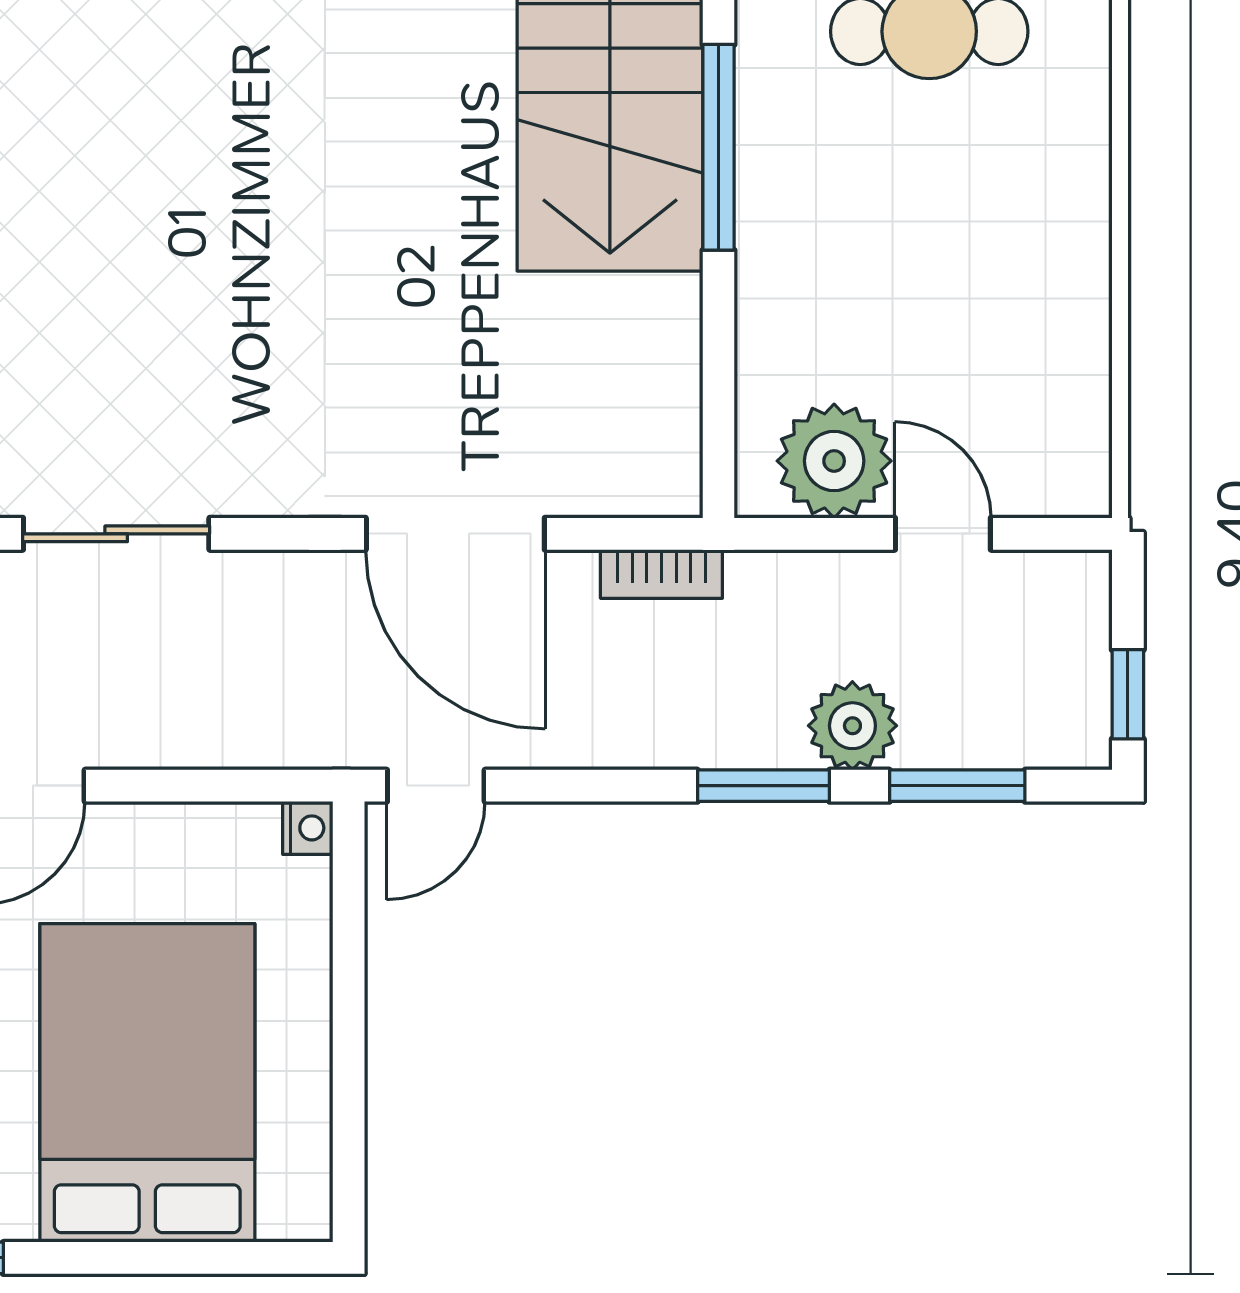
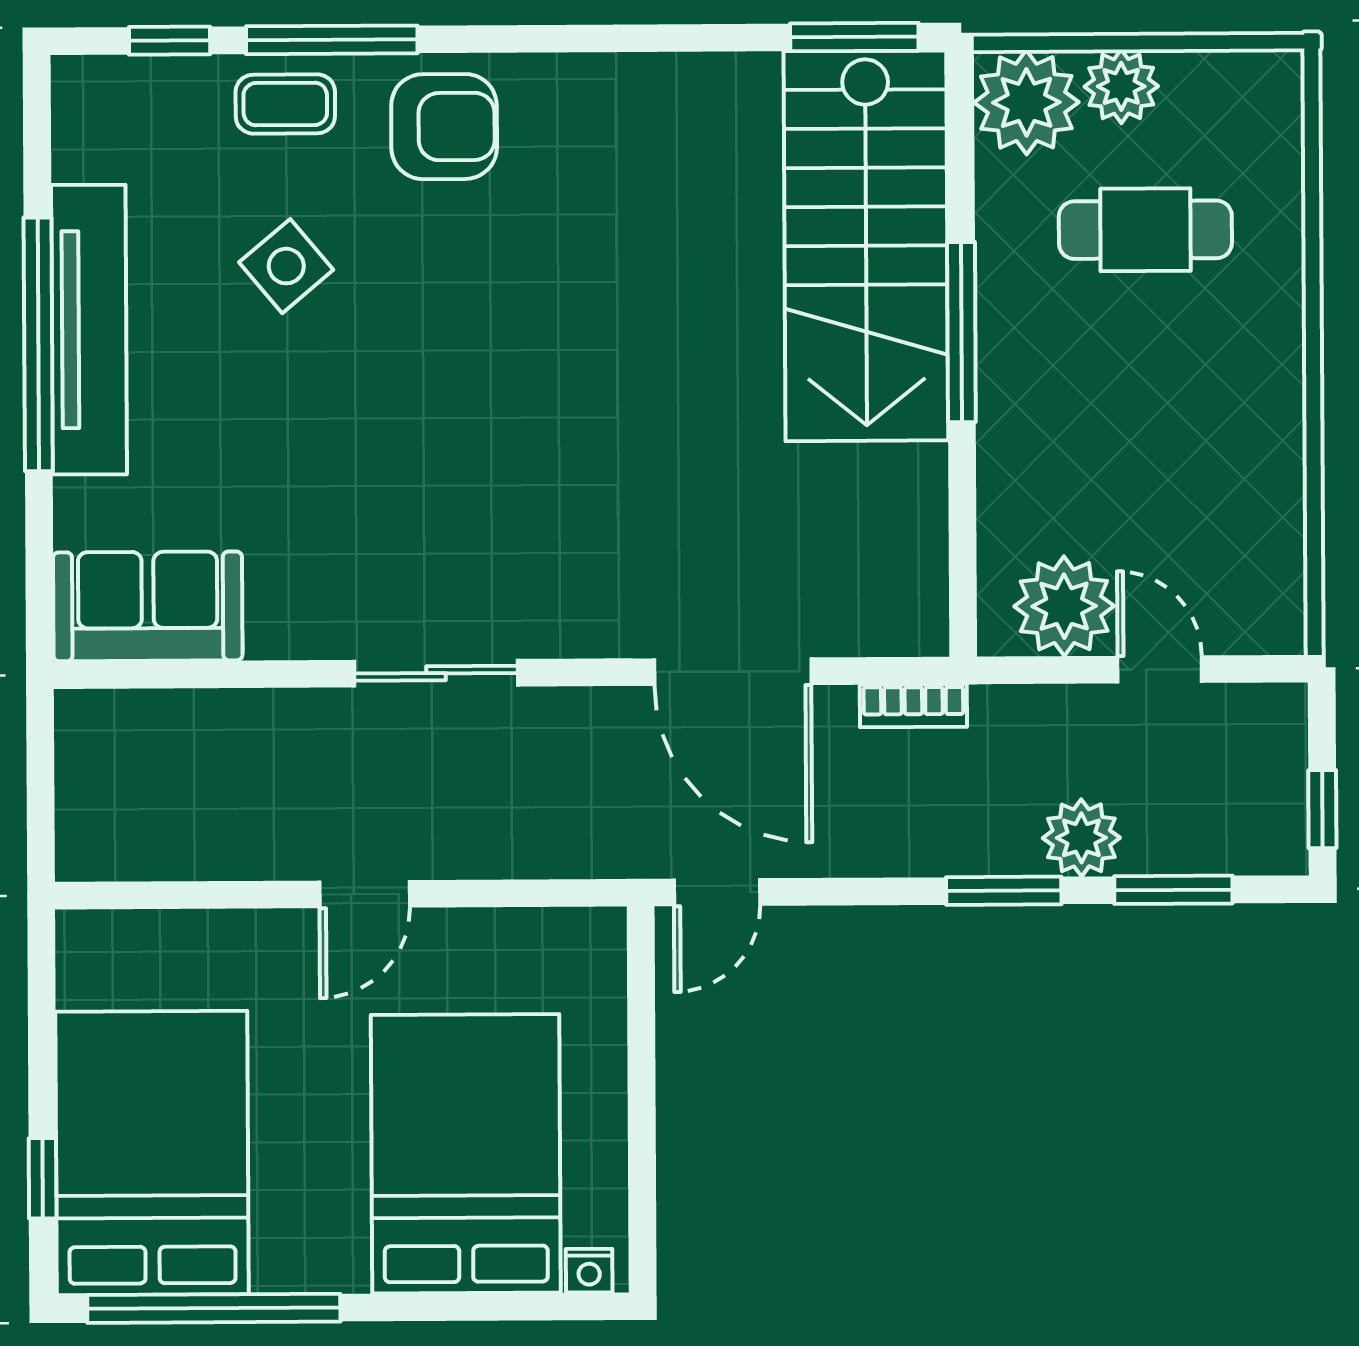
nightstand: (308, 828) -> (589, 1271), moved, turned 90

